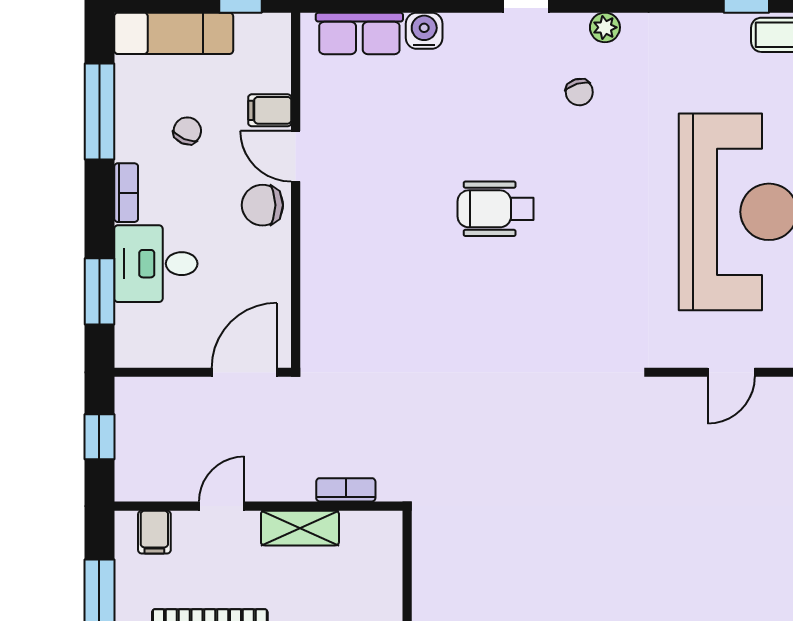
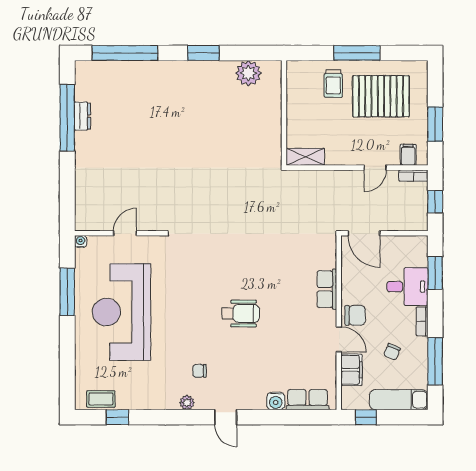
chair: (579, 92) -> (200, 371), turned -73
filing cabinet: (270, 110) -> (352, 370), width x2.00
row of seats: (320, 258) -> (327, 289), added
door: (244, 372) -> (364, 233), hinge flipped
bookcase: (346, 490) -> (413, 176), moved
shelving: (300, 528) -> (305, 157), moved

